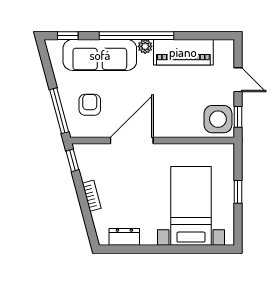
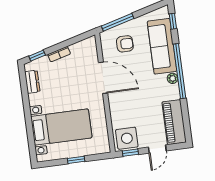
piano: (183, 52) -> (174, 122), moved
window: (72, 160) -> (37, 56), moved

